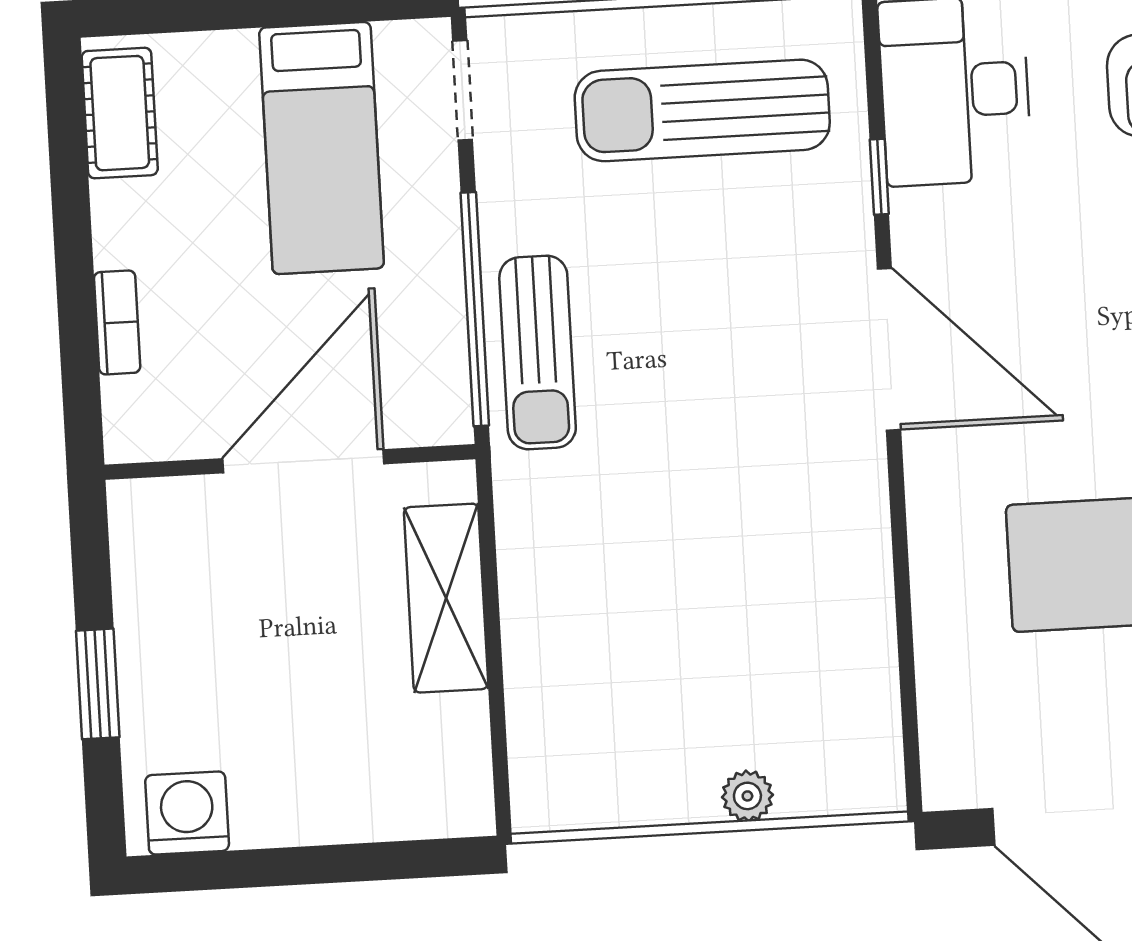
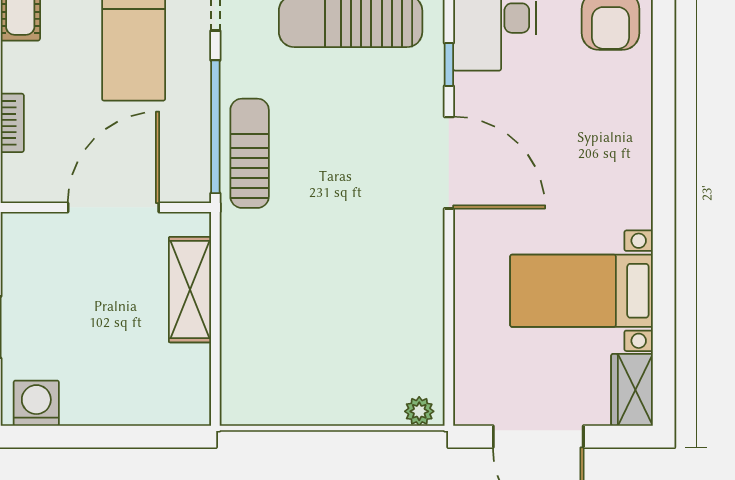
sun lounger: (538, 353) -> (250, 153), turned 180
plant: (747, 796) -> (419, 411), moved

